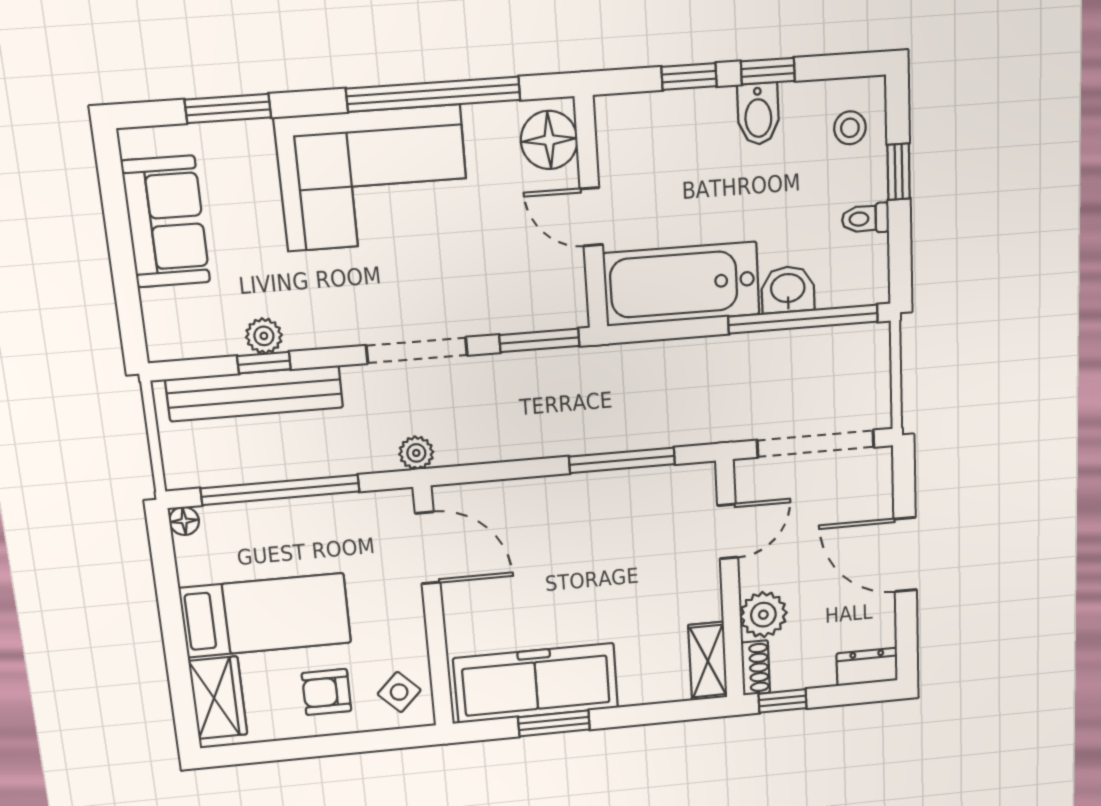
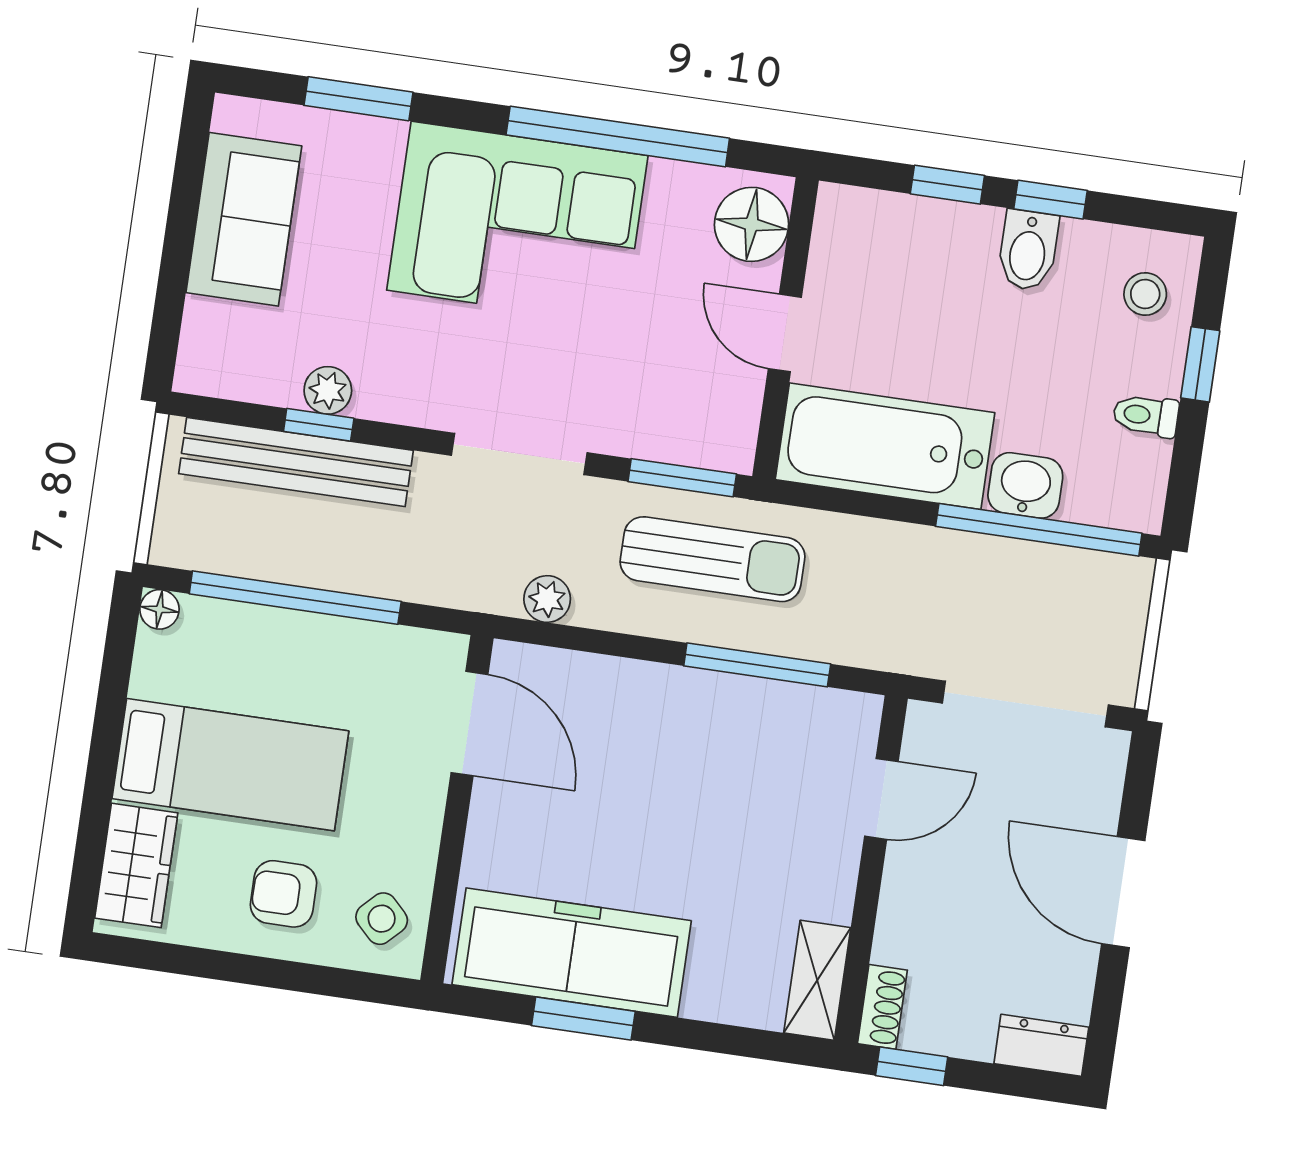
sun lounger: (574, 394) -> (712, 559), added
plant: (416, 453) -> (547, 599), moved
plant: (763, 615) -> (908, 931), removed

